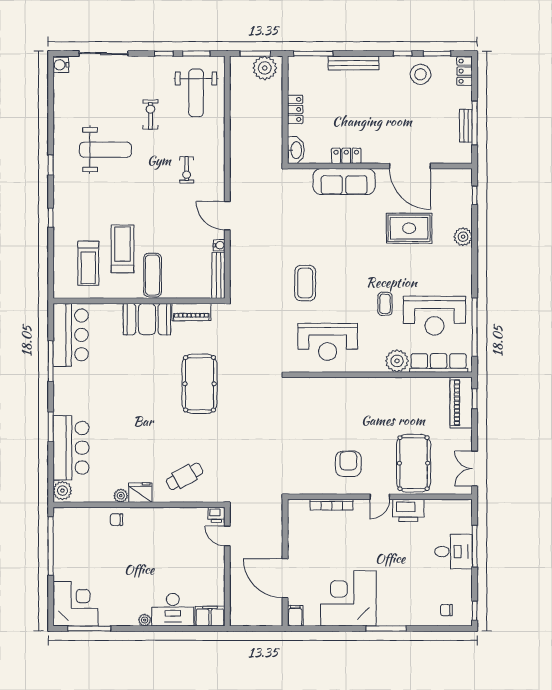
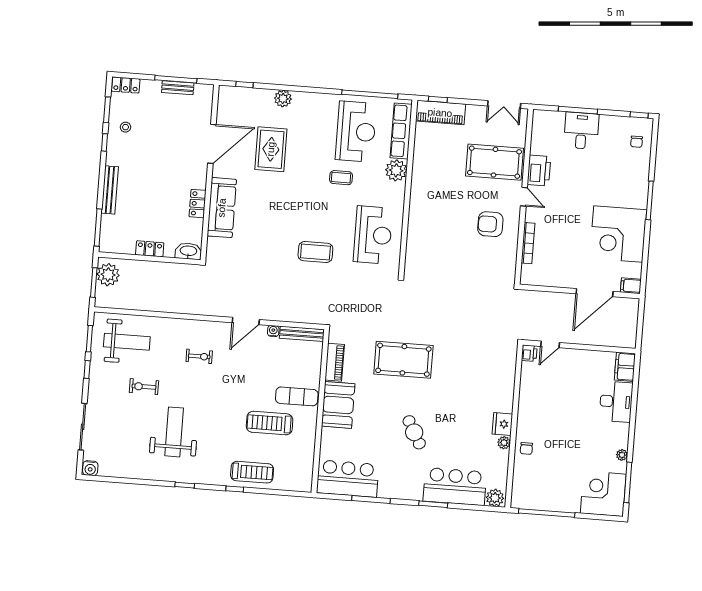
stool: (420, 74) -> (126, 127), width x0.53, depth x0.53
treadmill: (88, 263) -> (252, 472), moved
cafe table: (185, 476) -> (414, 432), moved
plant: (145, 620) -> (622, 455), moved

